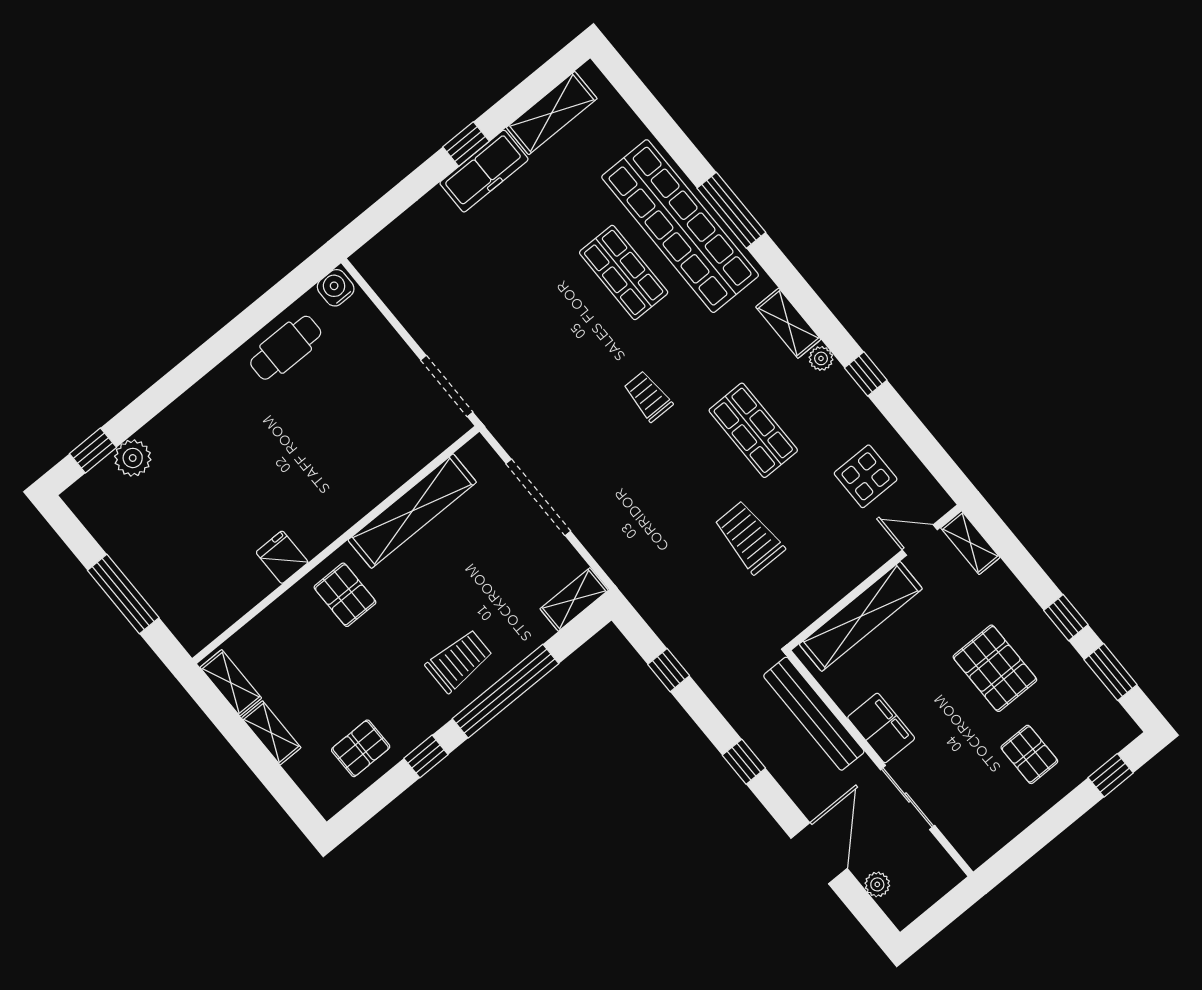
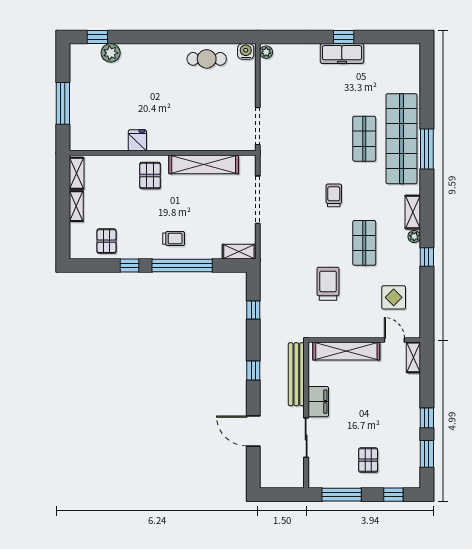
shelving: (552, 113) -> (387, 53), removed
trolley: (459, 661) -> (174, 239), width x0.73, depth x0.72
pallet: (995, 668) -> (382, 415), removed
pallet: (361, 748) -> (106, 241), turned 90
window: (1032, 840) -> (342, 495), added
door: (819, 853) -> (253, 431), swing flipped
plant: (877, 884) -> (266, 52), moved

